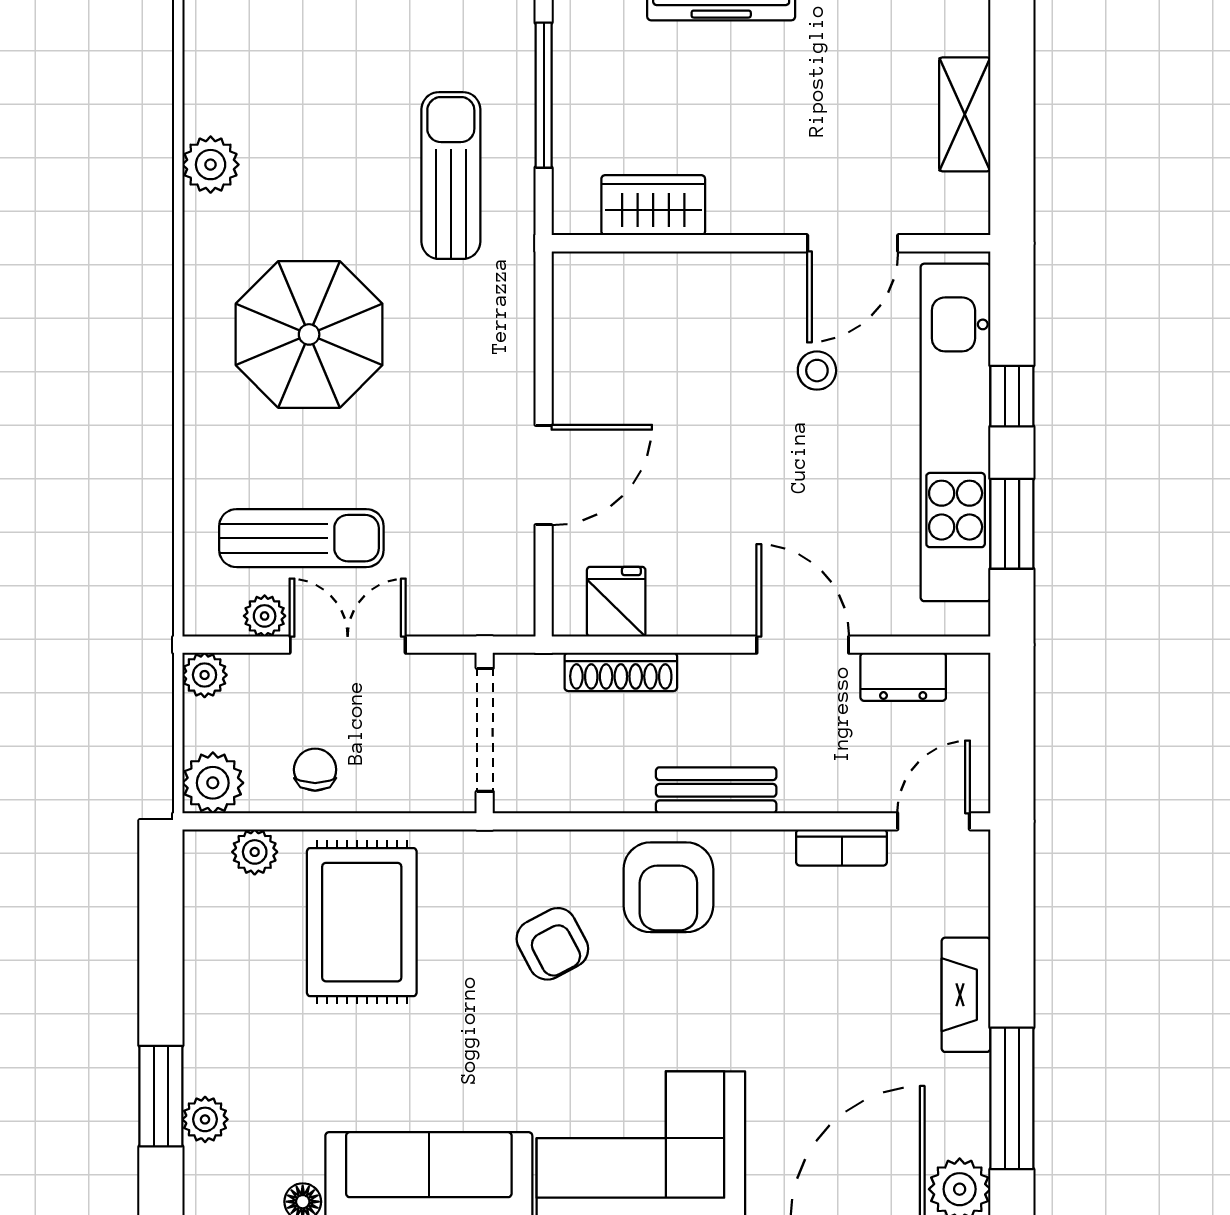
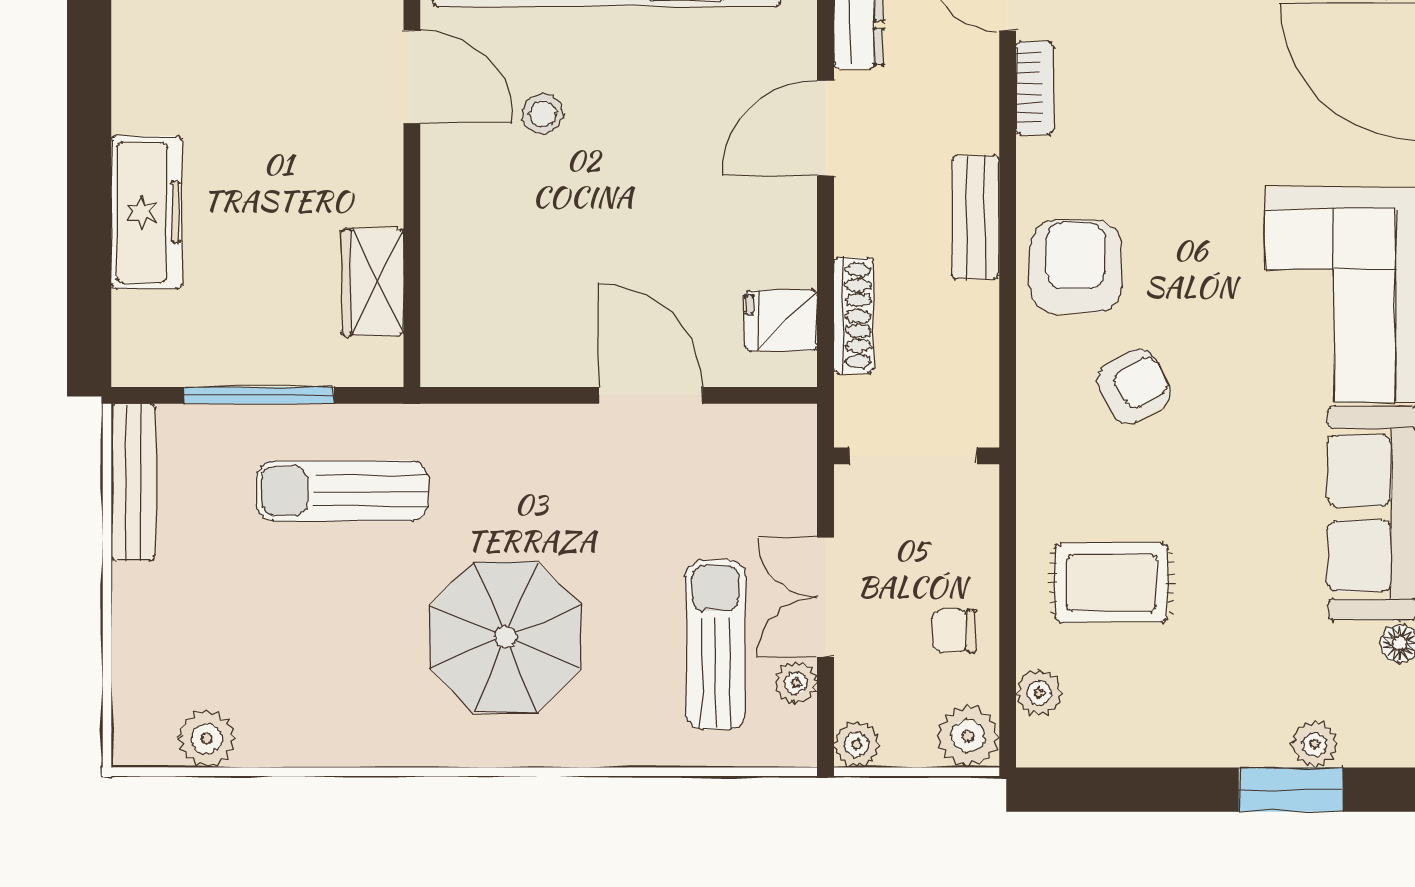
plant: (211, 165) -> (207, 738), moved
armchair: (668, 887) -> (1076, 267), turned -90
rug: (362, 922) -> (1111, 583), width x0.73, depth x0.70

